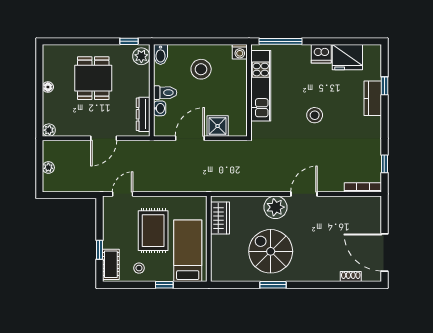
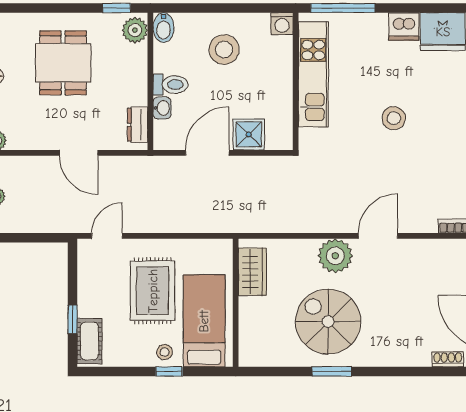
dresser: (143, 114) -> (138, 125), width x0.70
door: (104, 138) -> (79, 153), hinge flipped
stool: (139, 268) -> (165, 352), moved

